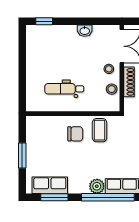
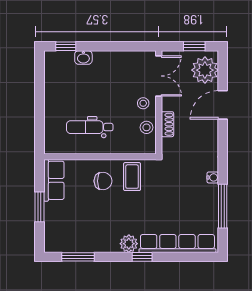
washbasin: (85, 31) -> (83, 57), moved
shoe rack: (129, 82) -> (167, 124), width x0.70
row of seats: (50, 185) -> (54, 180), moved, turned 90
window: (108, 197) -> (142, 257), width x0.32

